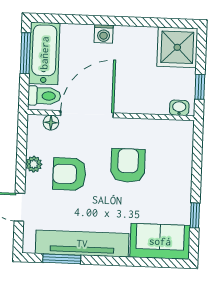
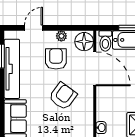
floor lamp: (51, 123) -> (84, 42), width x1.89, depth x1.89
armchair: (128, 165) -> (63, 96), turned -54

